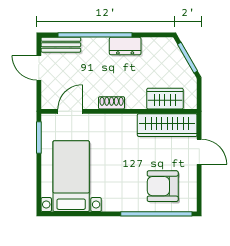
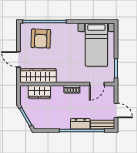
dresser: (125, 46) -> (80, 124), moved
armchair: (163, 186) -> (41, 39), turned 92

